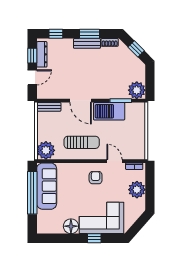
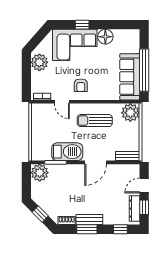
door: (81, 101) -> (96, 162), swing flipped
plant: (137, 190) -> (39, 62), moved

